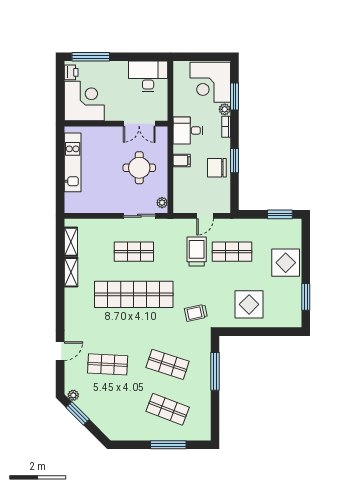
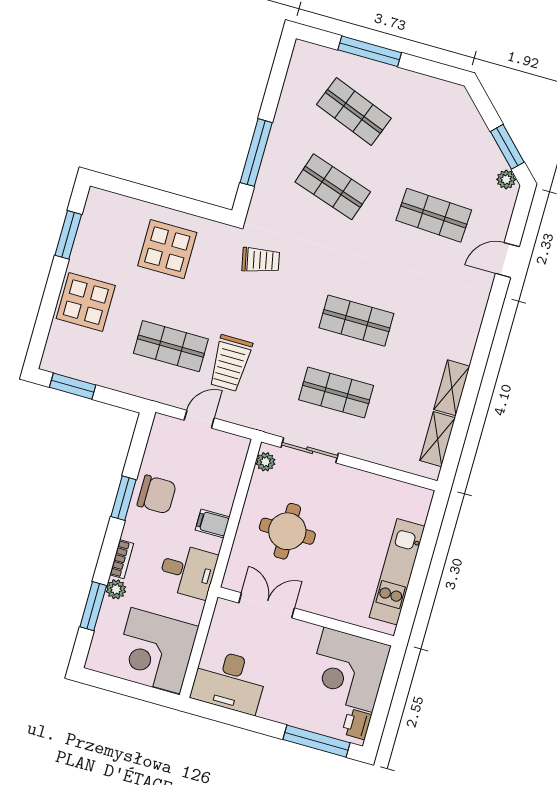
corner desk: (210, 82) -> (156, 651), moved, turned 180
shop shelf: (134, 294) -> (356, 321), width x0.50, depth x0.74

